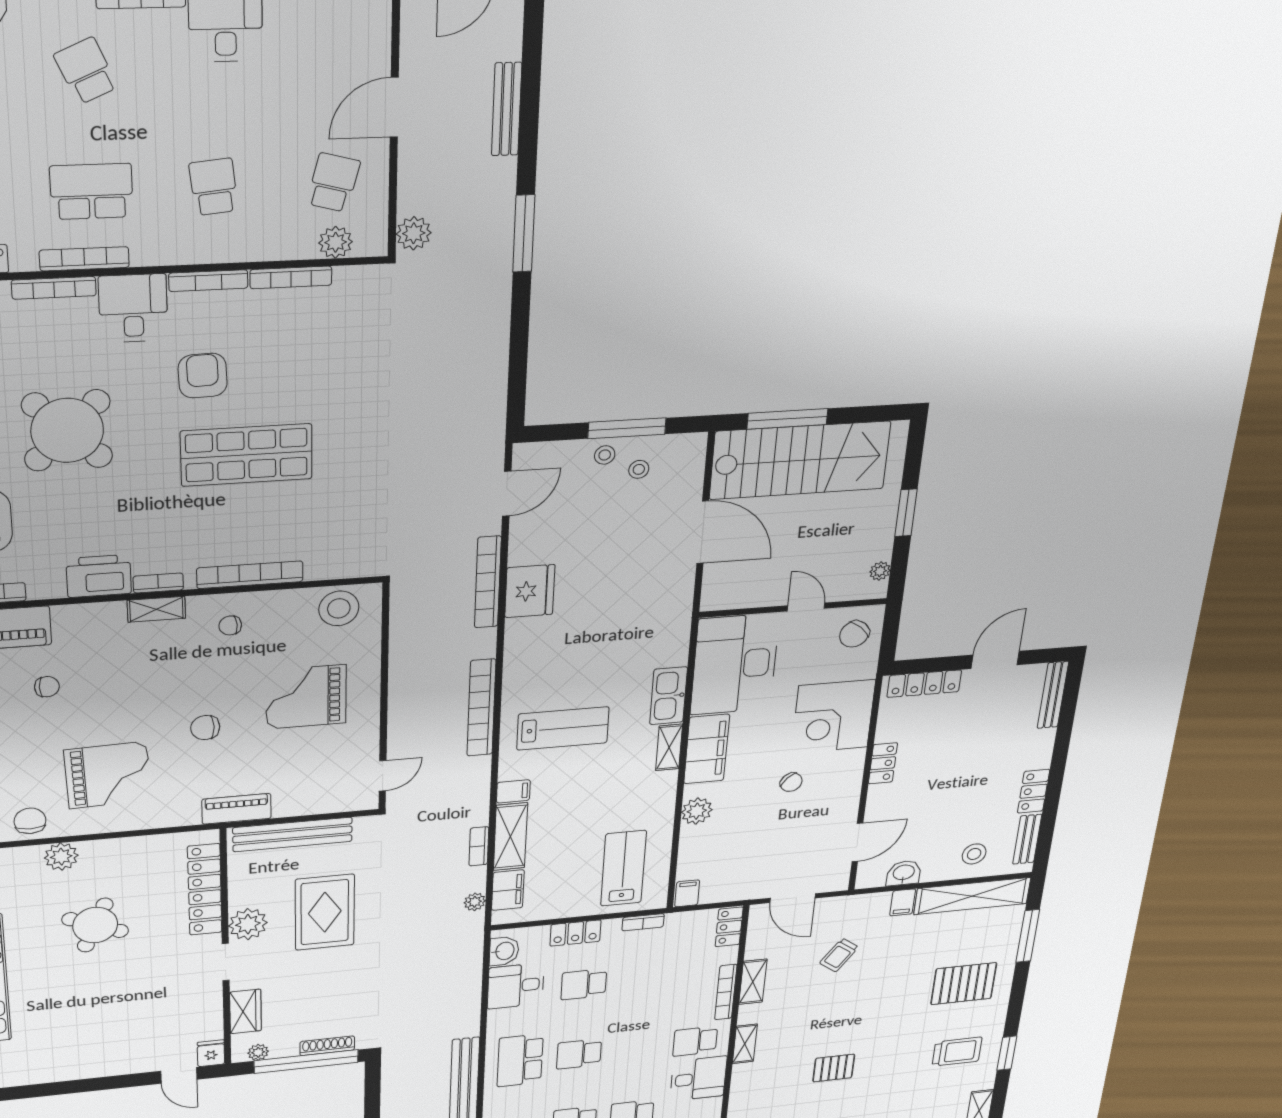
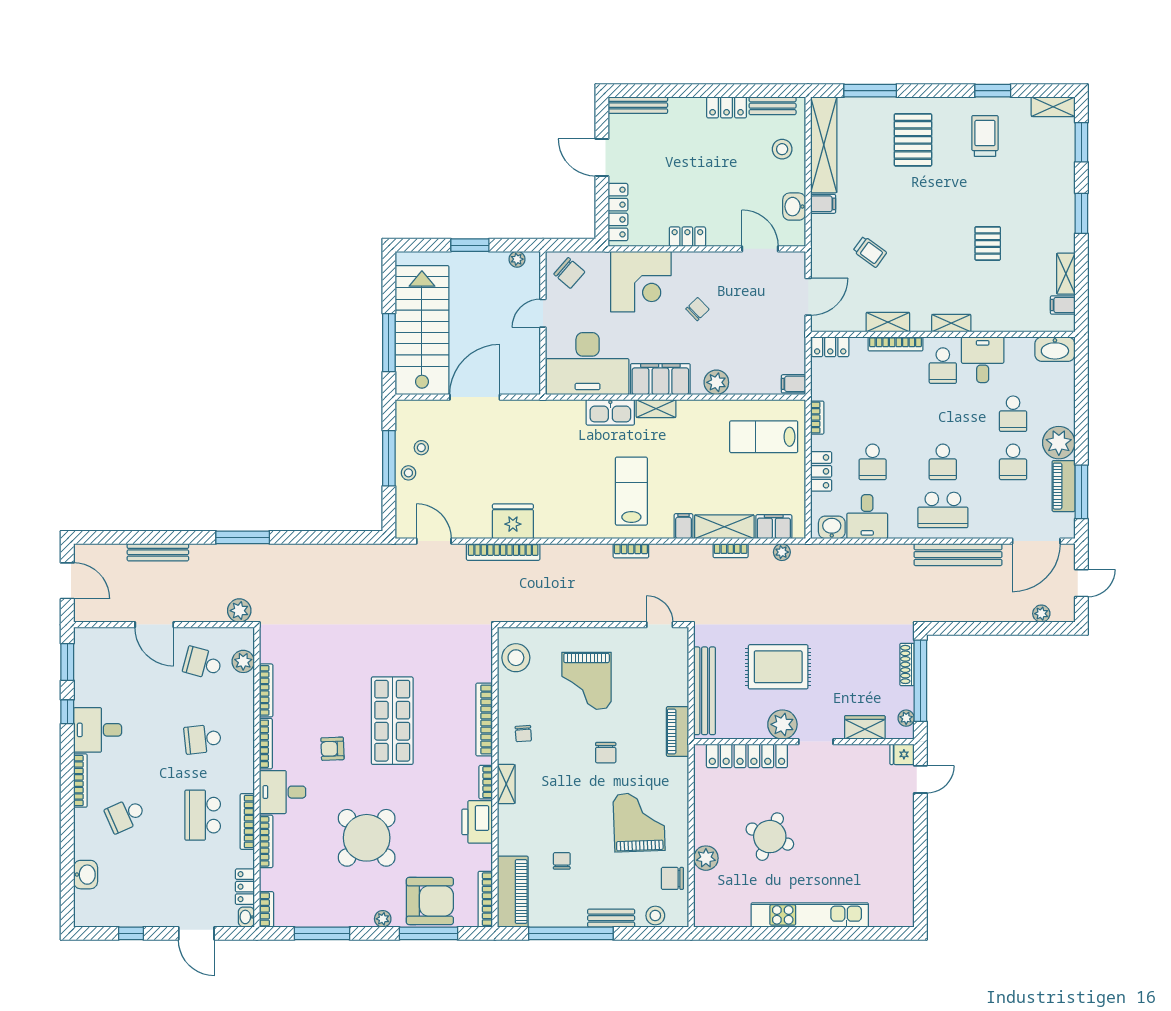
armchair: (203, 376) -> (332, 749), width x0.72, depth x0.72
bookcase: (481, 708) -> (631, 551), width x0.43, depth x0.76

